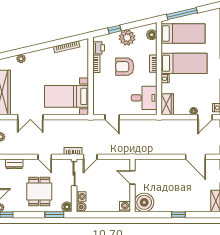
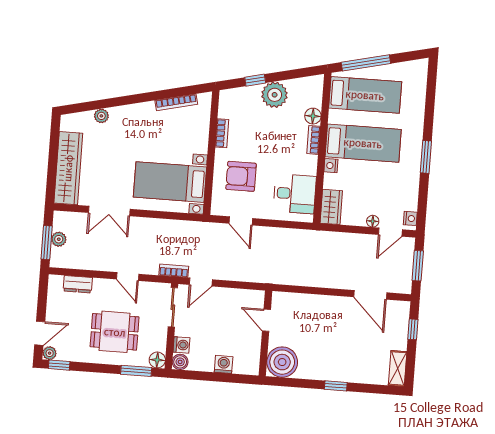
floor lamp: (152, 35) -> (313, 116), moved
printer: (99, 48) -> (227, 108), removed
armchair: (125, 67) -> (241, 176), moved
dining table: (39, 191) -> (115, 332), turned 90
washing machine: (125, 207) -> (224, 364), moved

